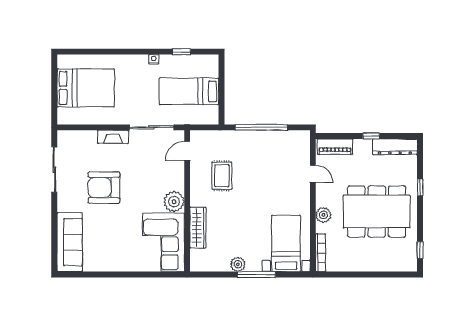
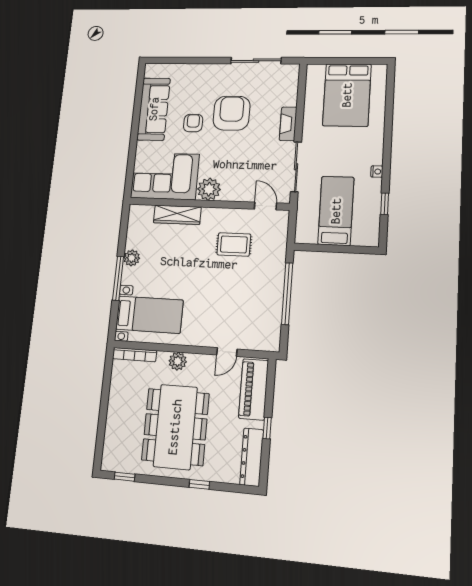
piano: (335, 147) -> (254, 389), width x1.37, depth x1.33
armchair: (114, 221) -> (193, 123), added
sofa: (70, 242) -> (154, 109), moved, turned -90

